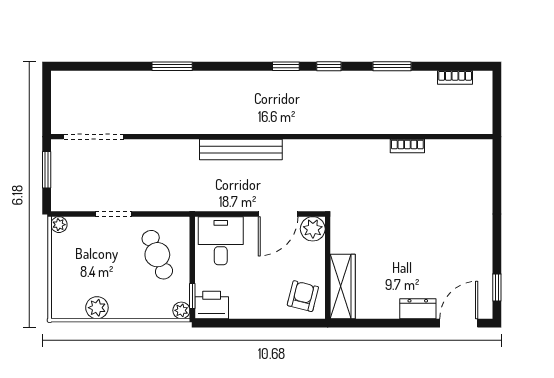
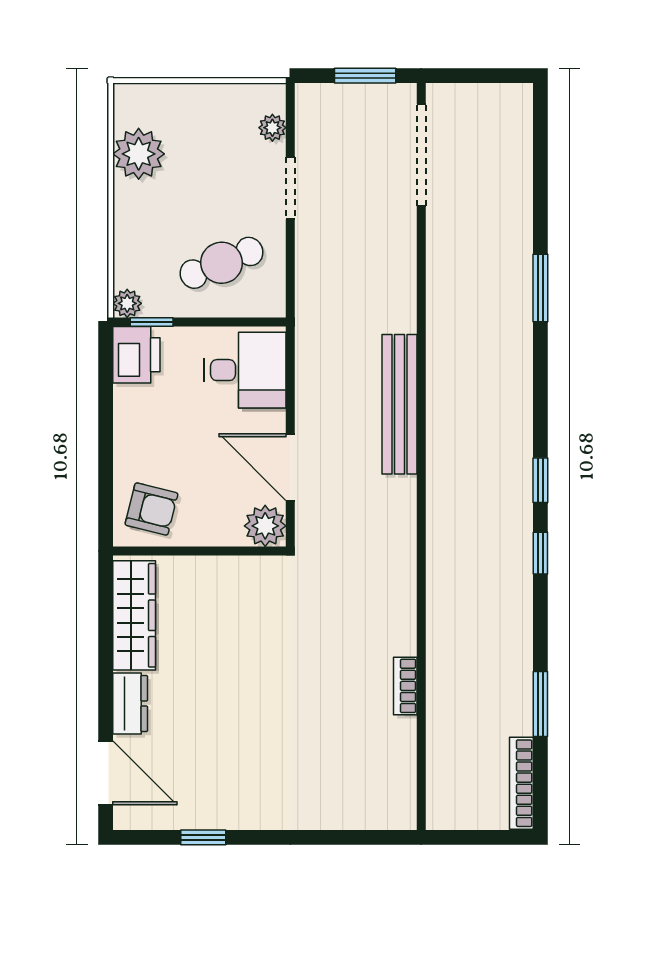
window: (392, 66) -> (540, 704), moved
bookcase: (455, 77) -> (521, 783), width x1.56
plant: (59, 225) -> (272, 128), moved
wardrobe: (343, 286) -> (134, 615), moved, turned -90
window: (497, 287) -> (203, 837), moved
plant: (97, 308) -> (139, 154), width x1.36, depth x1.36

